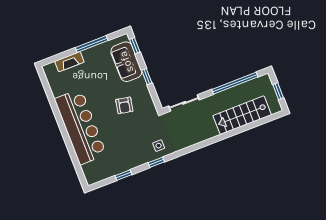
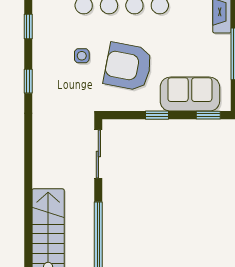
armchair: (124, 105) -> (128, 67), width x1.88, depth x1.88
side table: (159, 146) -> (82, 56), moved

